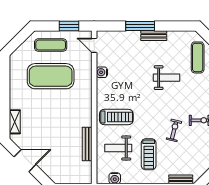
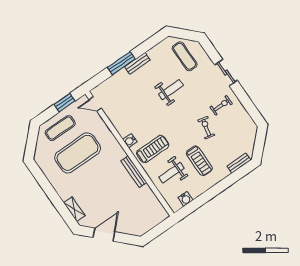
water cooler: (102, 72) -> (130, 141), moved
bench: (87, 144) -> (134, 172), moved

